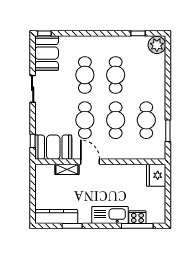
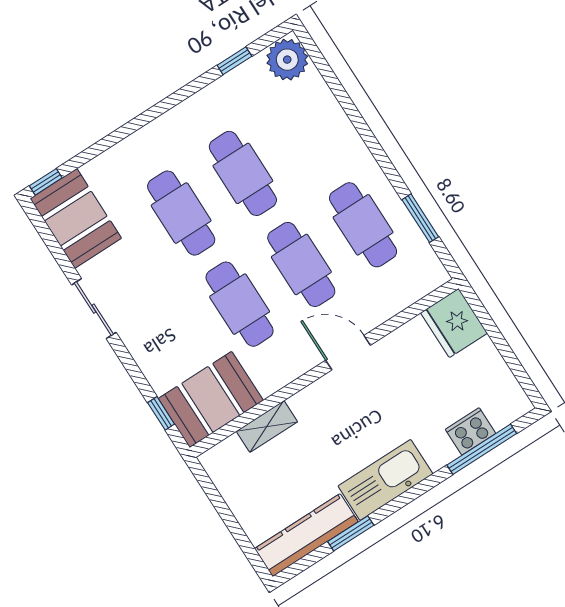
door: (90, 162) -> (348, 353), moved
kitchen sink: (110, 215) -> (385, 480), moved

